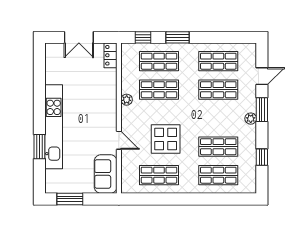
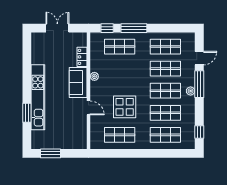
double door: (79, 37) -> (57, 28), swing flipped
window: (177, 37) -> (134, 28), width x1.44
locker: (111, 55) -> (82, 57), moved
shop shelf: (159, 90) -> (165, 91), moved
window: (262, 110) -> (199, 84), width x1.44
window: (262, 157) -> (199, 132), moved
sofa: (106, 174) -> (78, 82), moved

